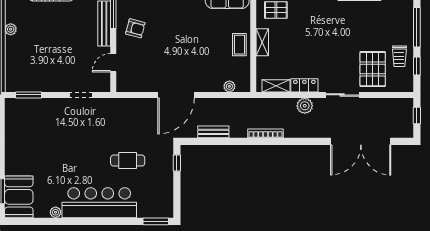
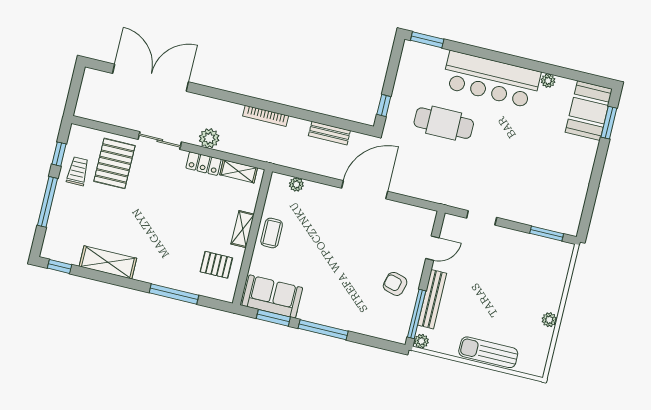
window: (417, 116) -> (74, 93), removed
cafe table: (128, 161) -> (444, 123), width x1.37, depth x1.35

